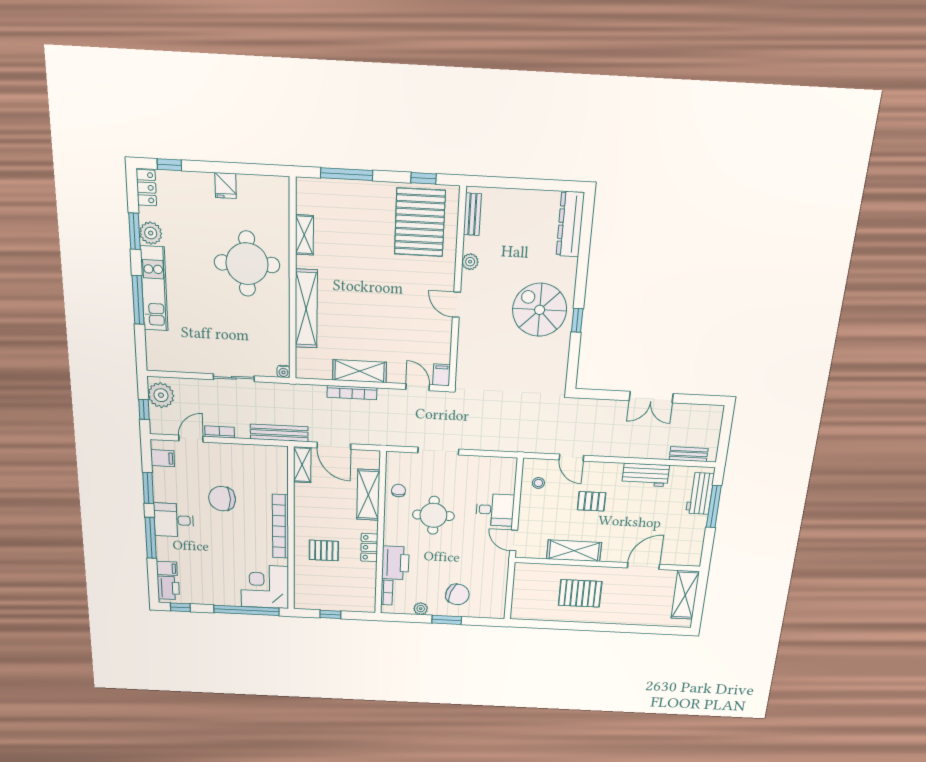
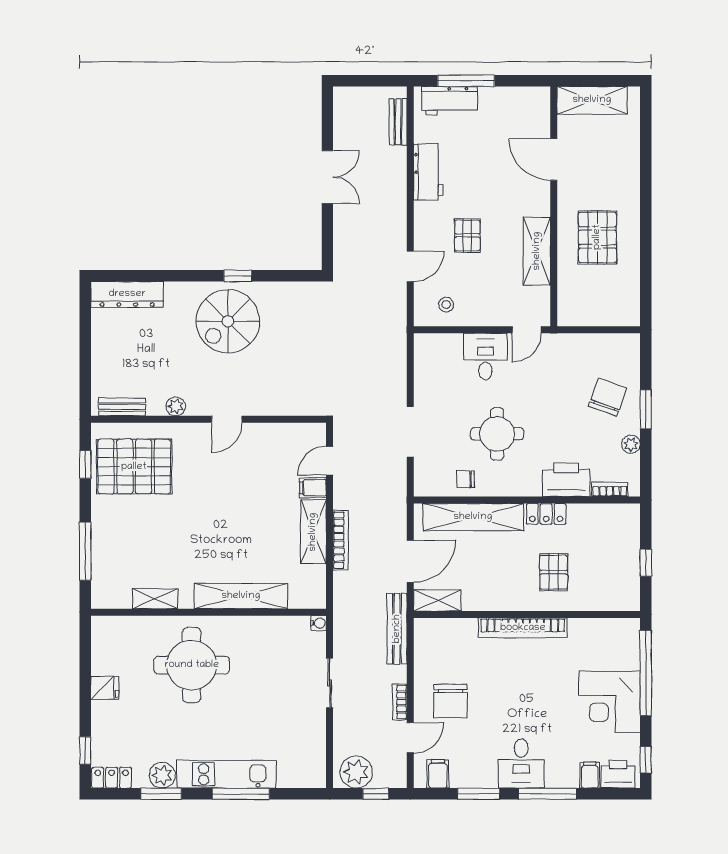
filing cabinet: (442, 375) -> (313, 488), moved
door: (191, 439) -> (410, 738), swing flipped
shelving: (368, 495) -> (473, 517), width x1.47
chair: (222, 499) -> (450, 701), moved
corner desk: (265, 587) -> (609, 702), moved

